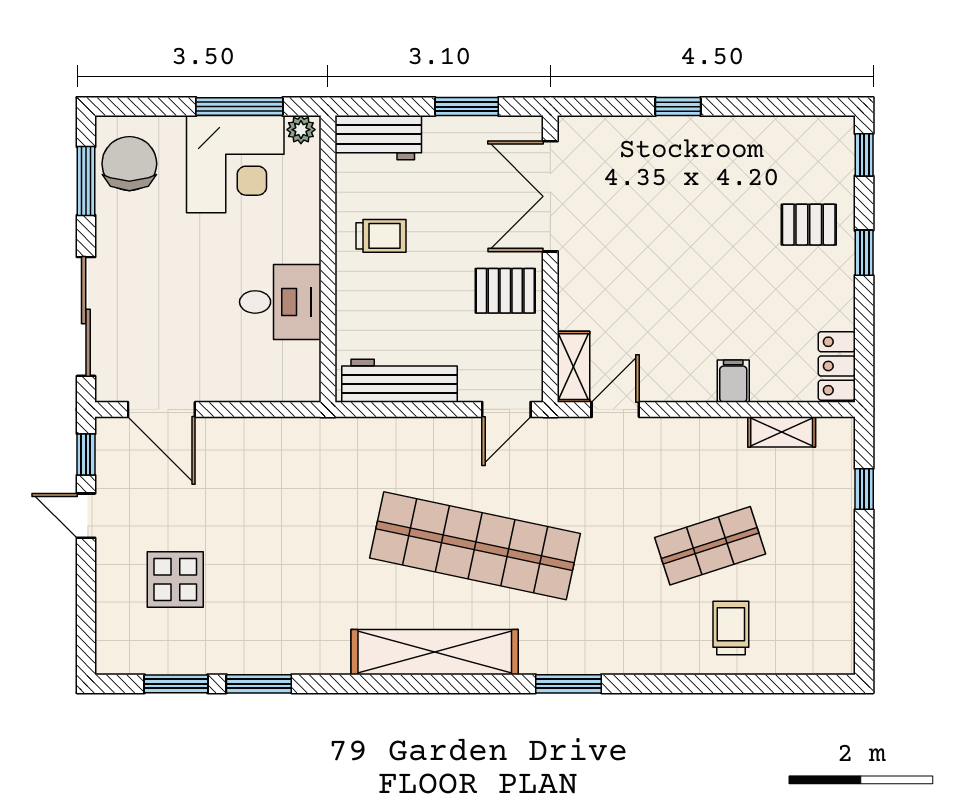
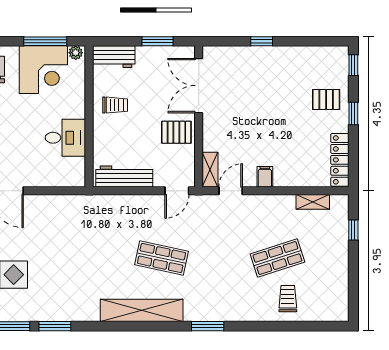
locker: (837, 366) -> (340, 160), width x1.53
filing cabinet: (733, 381) -> (265, 177), moved
shop shelf: (475, 546) -> (161, 258), width x0.50, depth x0.74

